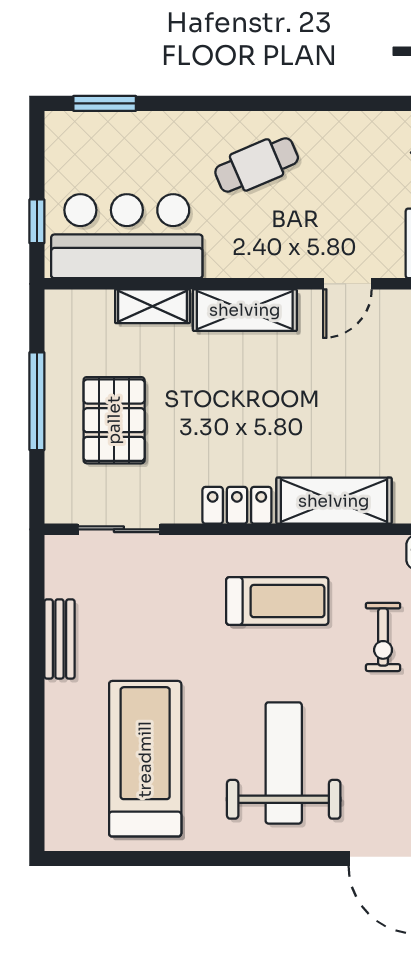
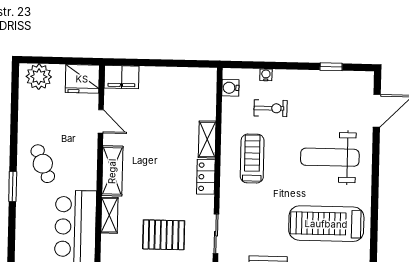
window: (105, 103) -> (13, 186), moved
shelving: (334, 501) -> (207, 139), width x0.67, depth x0.75

